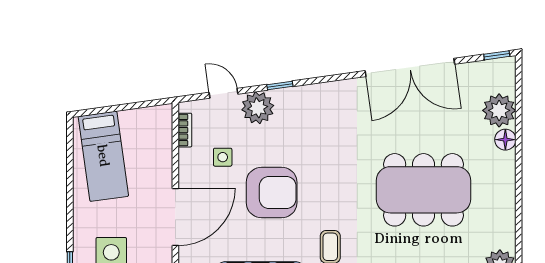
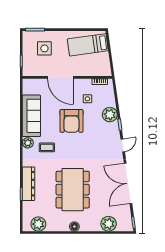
door: (224, 93) -> (123, 145), moved
floor lamp: (505, 140) -> (74, 227), moved

